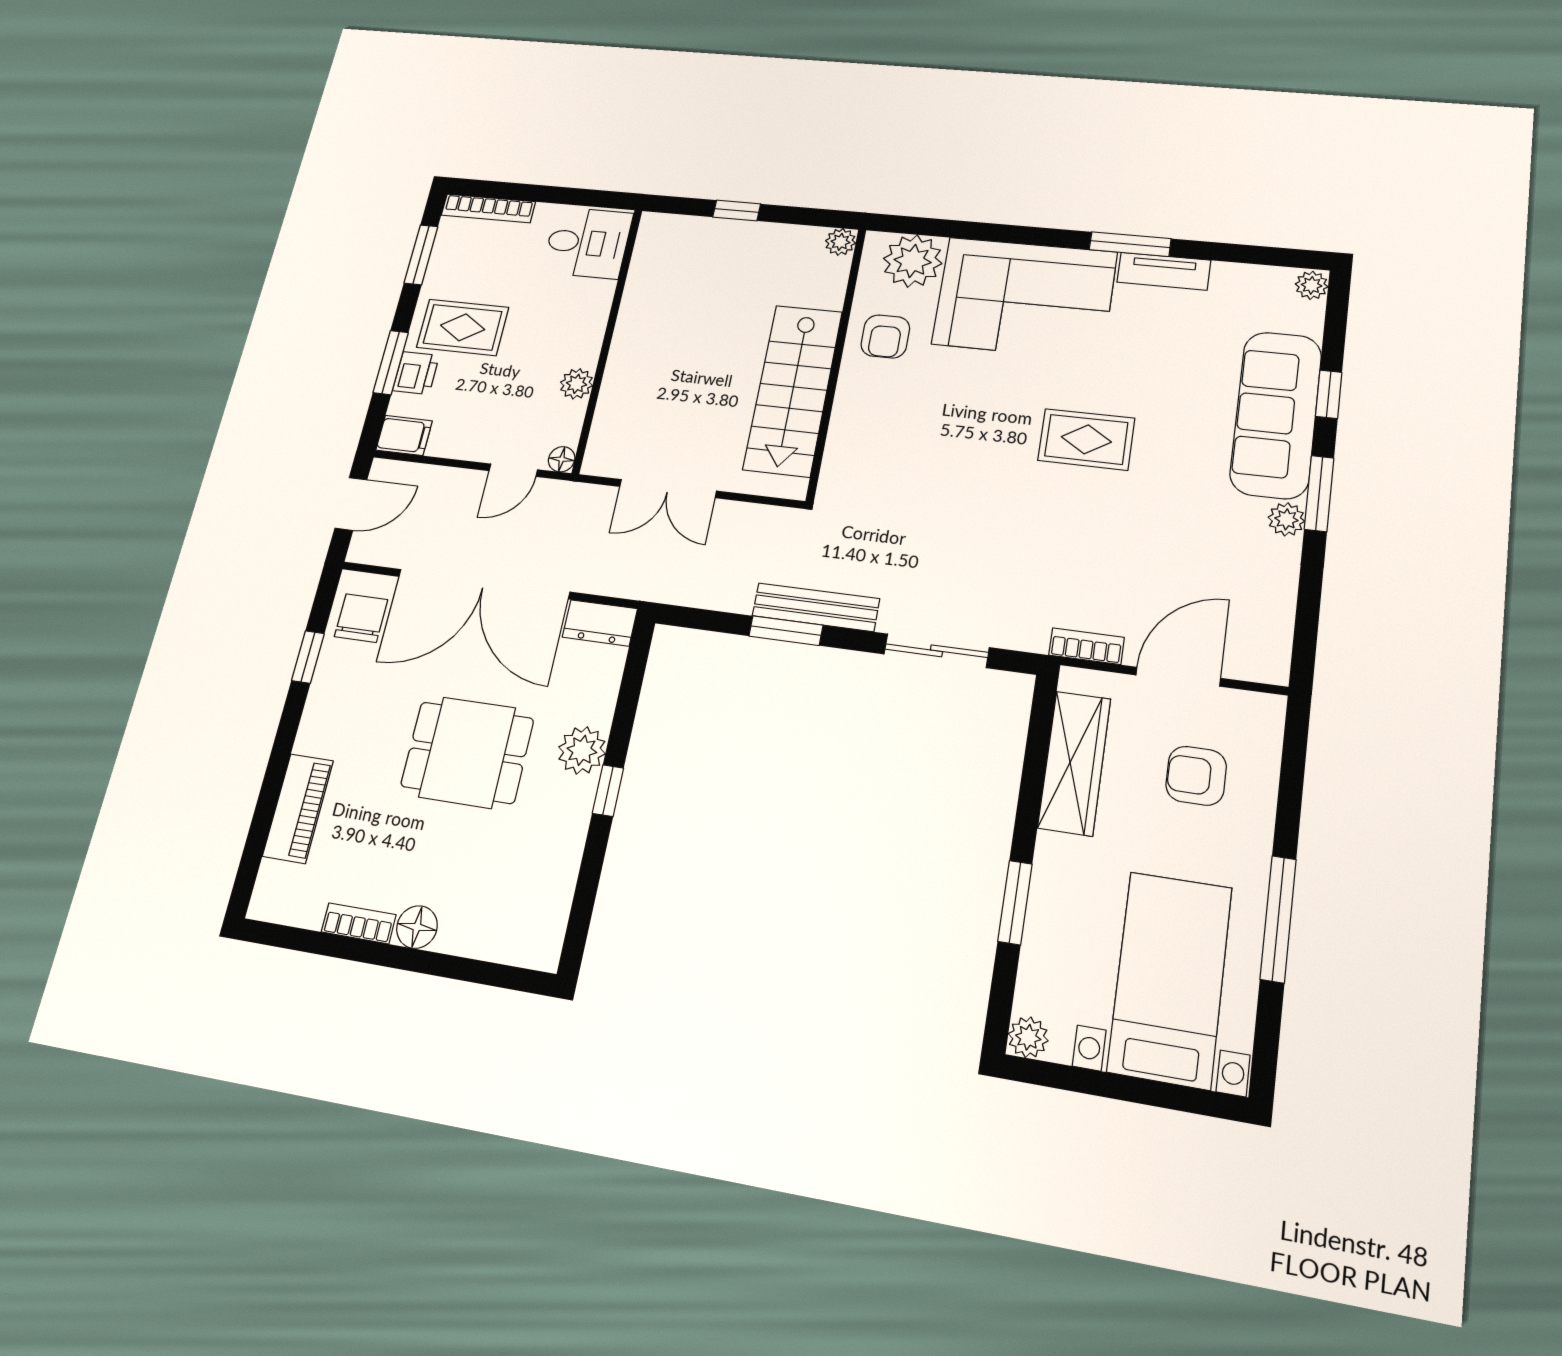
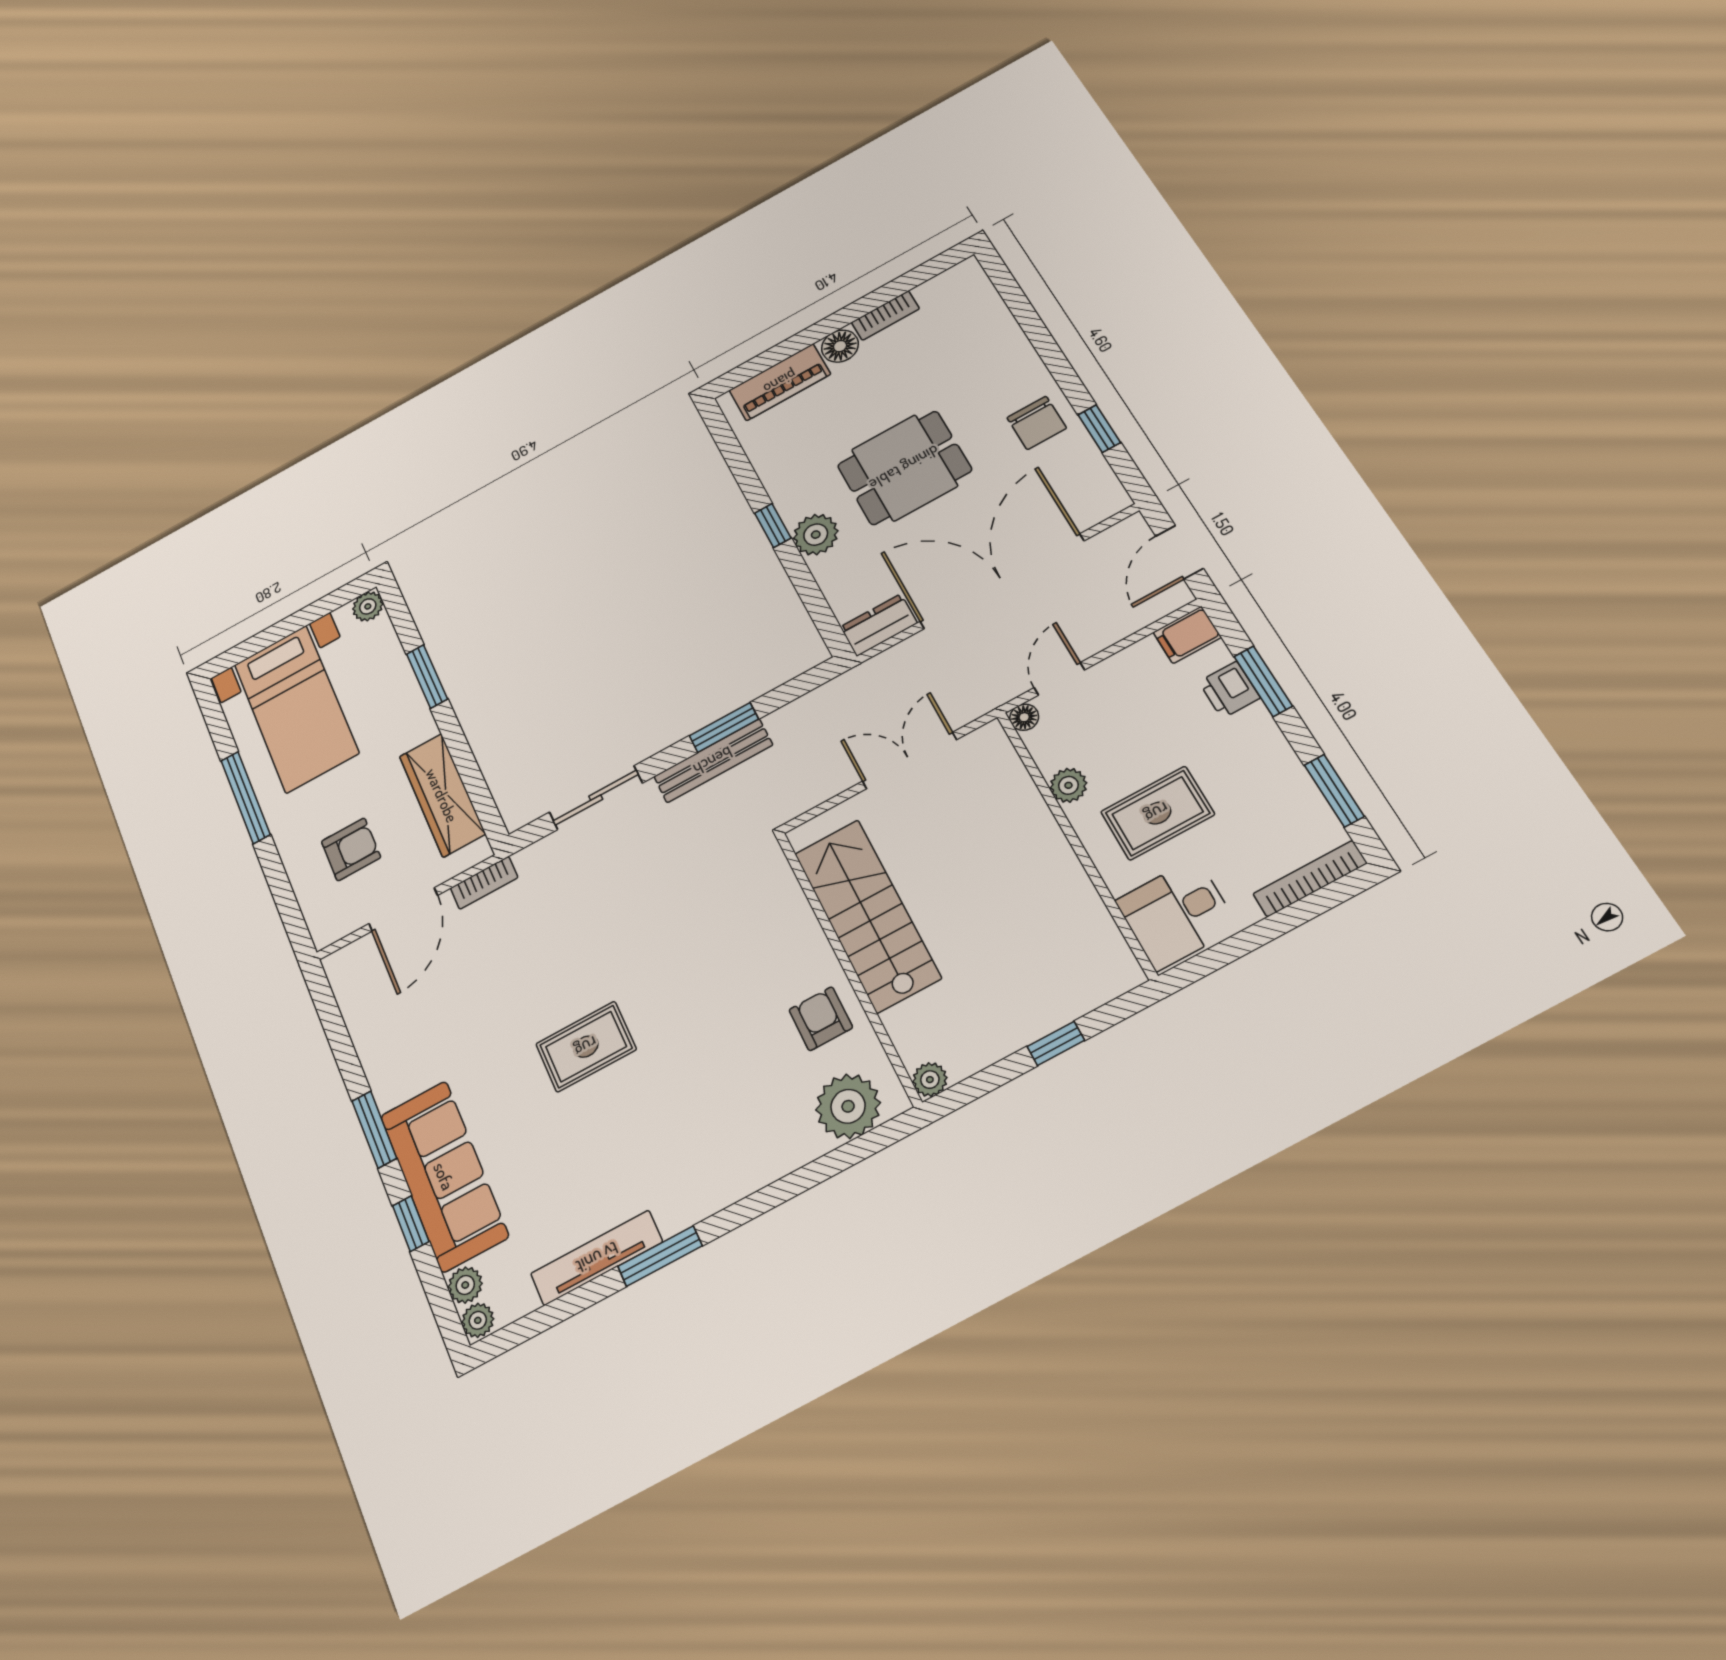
tv unit: (1164, 271) -> (597, 1258), width x1.41
corner sofa: (1025, 298) -> (721, 1139), removed
rug: (463, 327) -> (1157, 813), moved
plant: (1286, 519) -> (465, 1285), moved
chair: (361, 618) -> (1037, 423), moved
piano: (298, 808) -> (780, 382), moved, turned -90

